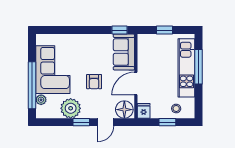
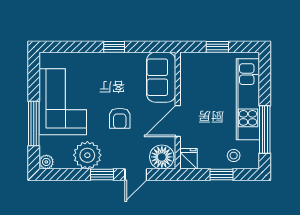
window: (120, 30) -> (114, 47), moved
window: (199, 67) -> (265, 130), moved
window: (32, 85) -> (34, 123), width x0.68
plant: (41, 100) -> (46, 162), moved

